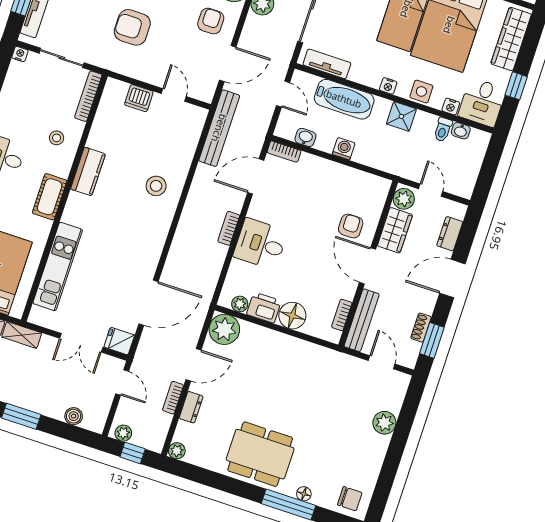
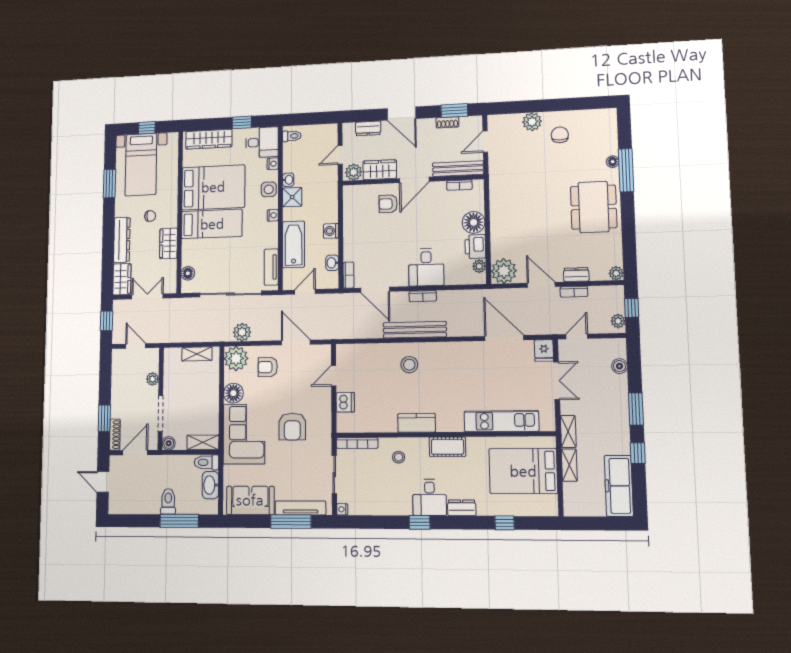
bench: (219, 128) -> (415, 330), moved
toilet: (443, 130) -> (292, 136), moved
washbasin: (461, 131) -> (288, 180), moved
chair: (350, 499) -> (560, 135), moved

